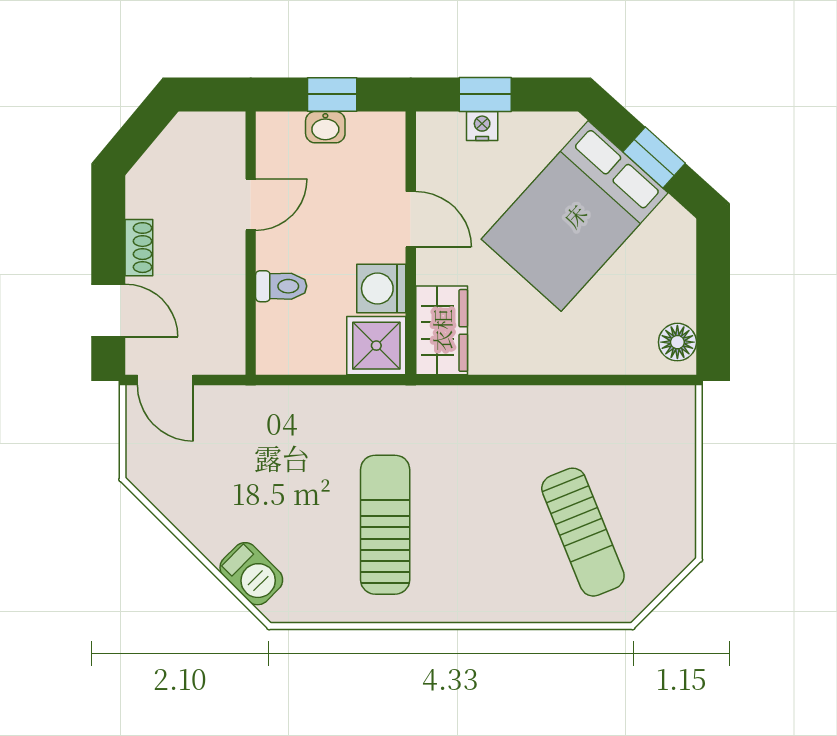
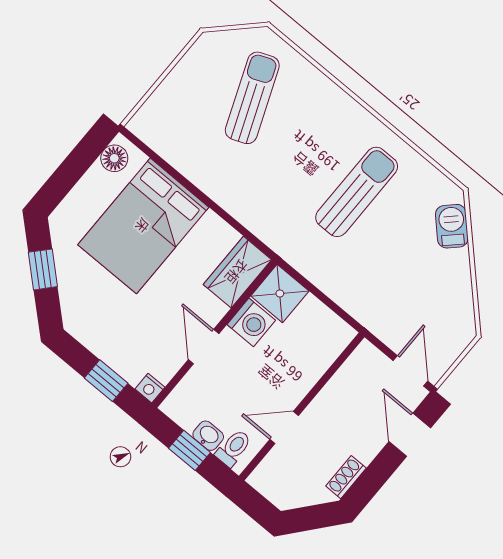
nightstand: (482, 126) -> (150, 388), moved
bed: (575, 216) -> (143, 226), moved, turned 138
shoe rack: (139, 248) -> (346, 477), moved
toilet: (281, 286) -> (234, 448), moved, turned 90
sun lounger: (385, 525) -> (357, 192), turned 180

